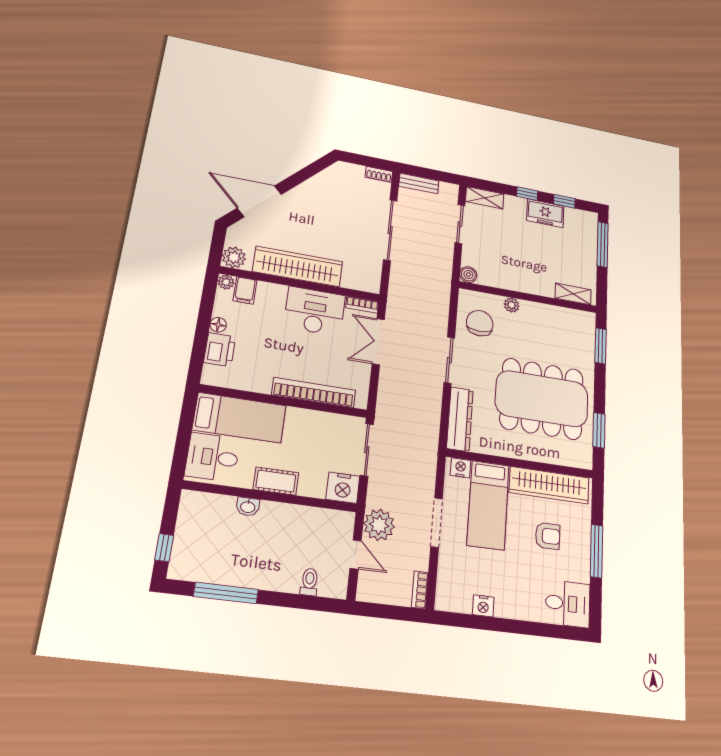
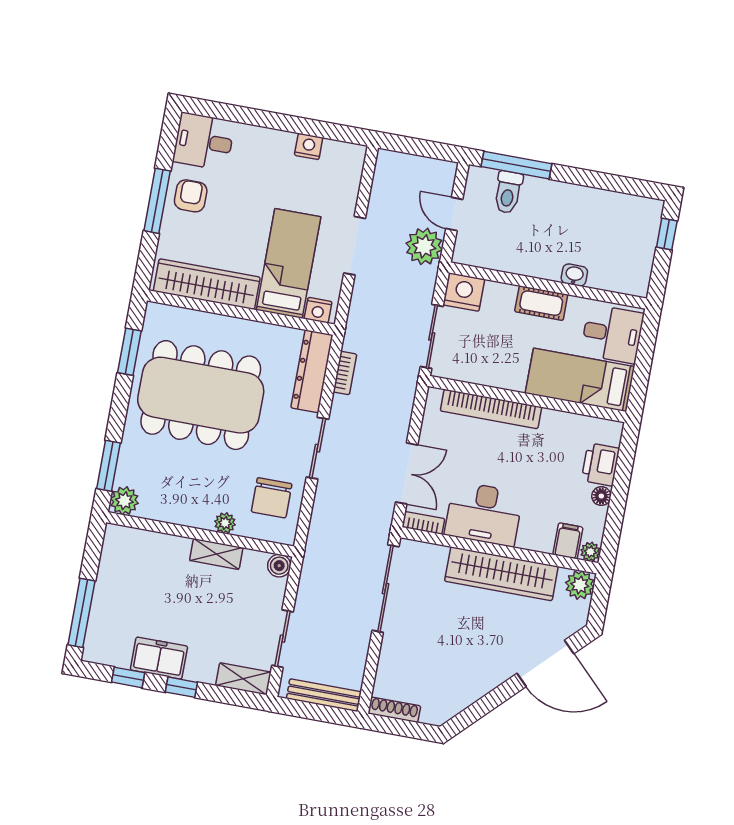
shoe rack: (379, 174) -> (394, 710), width x1.43
bench: (419, 183) -> (324, 695), width x1.36
sliding door: (390, 230) -> (386, 589), moved
shelving: (573, 294) -> (216, 554), moved
plant: (586, 321) -> (124, 501), added
armchair: (548, 536) -> (191, 196), moved, turned 90
toilet: (309, 582) -> (508, 192), width x1.37, depth x1.39
bookcase: (420, 590) -> (345, 373), moved
window: (226, 593) -> (516, 165), moved

